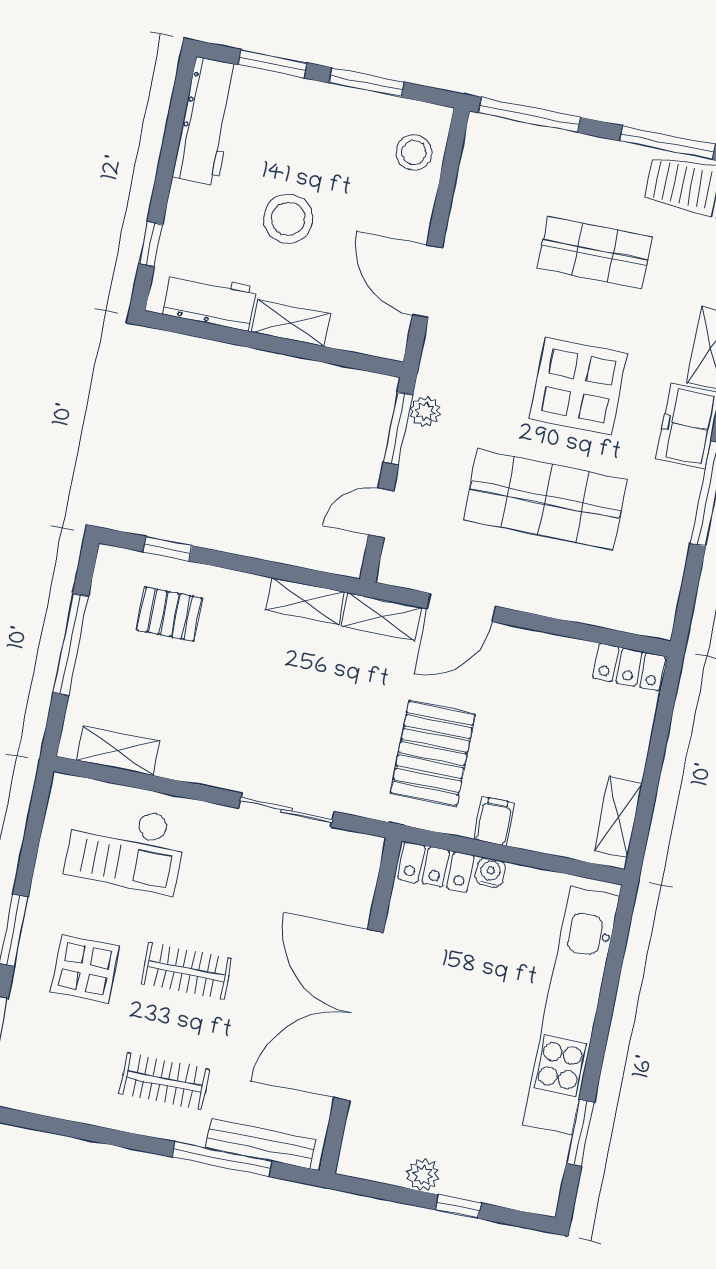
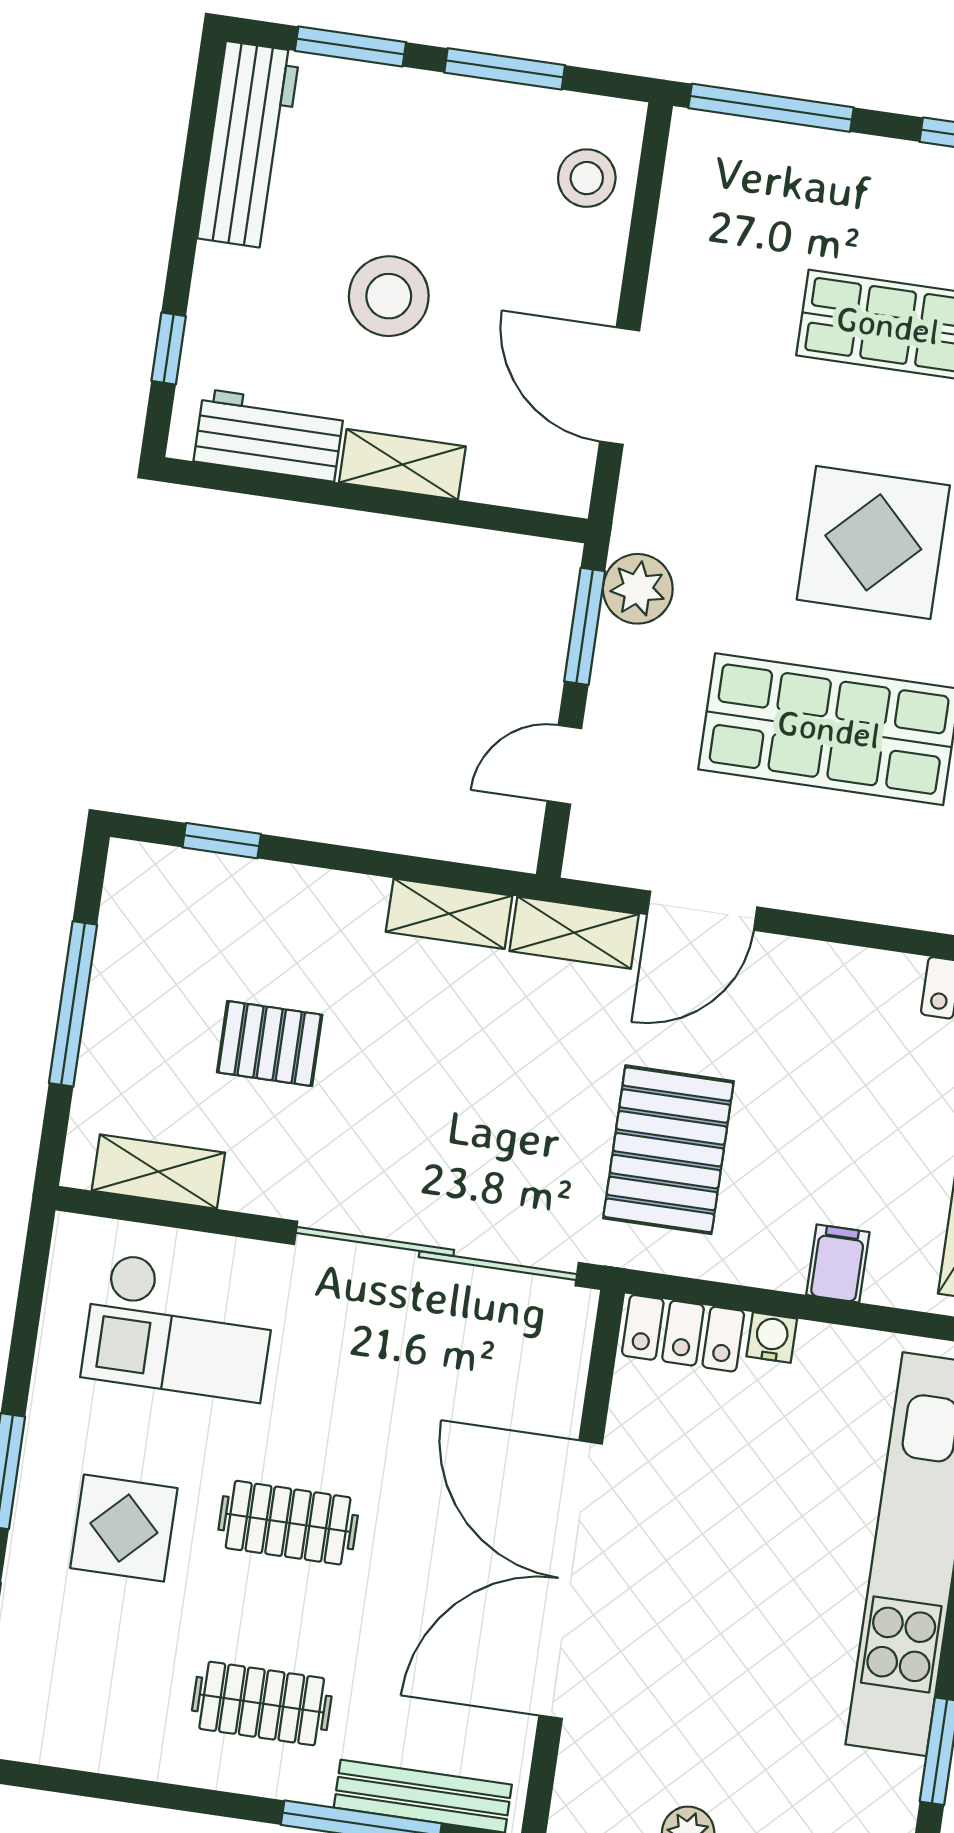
plant: (425, 412) -> (638, 589), width x1.38, depth x1.38
pallet: (169, 614) -> (270, 1044), moved
sliding door: (286, 810) -> (436, 1254), width x1.86
filing cabinet: (494, 821) -> (838, 1264), moved

